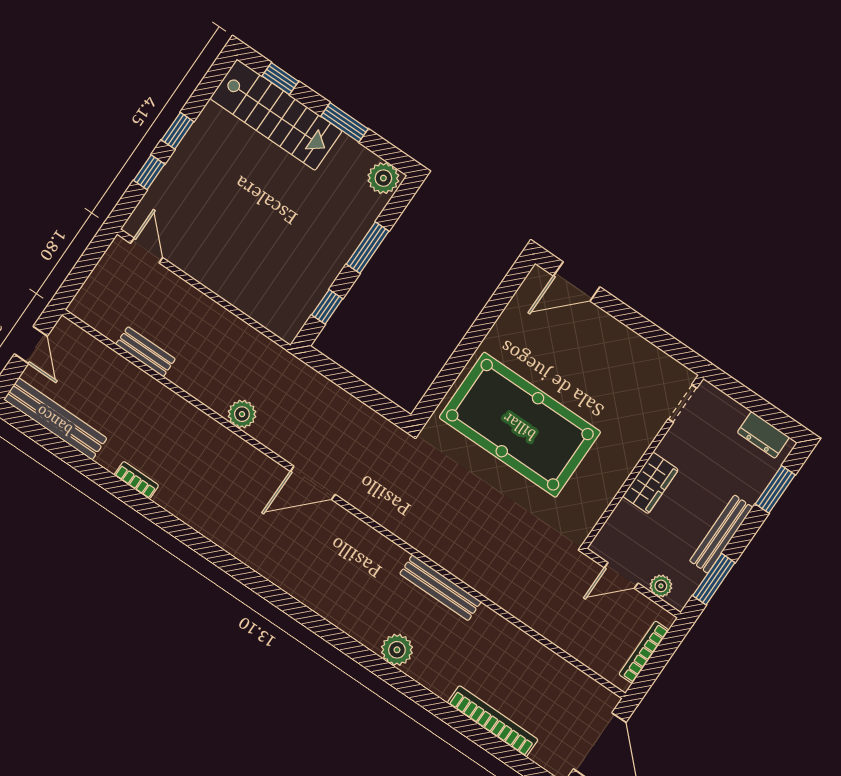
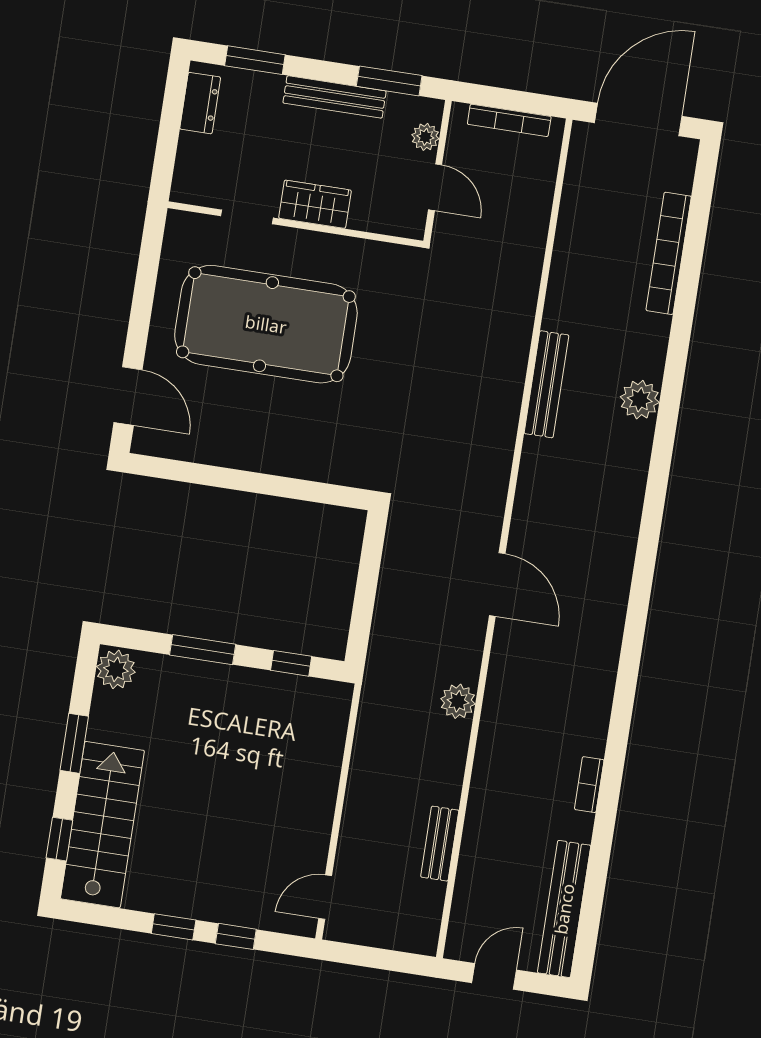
doorway: (683, 403) -> (247, 217), moved
pool table: (520, 425) -> (266, 324), moved, turned 90

